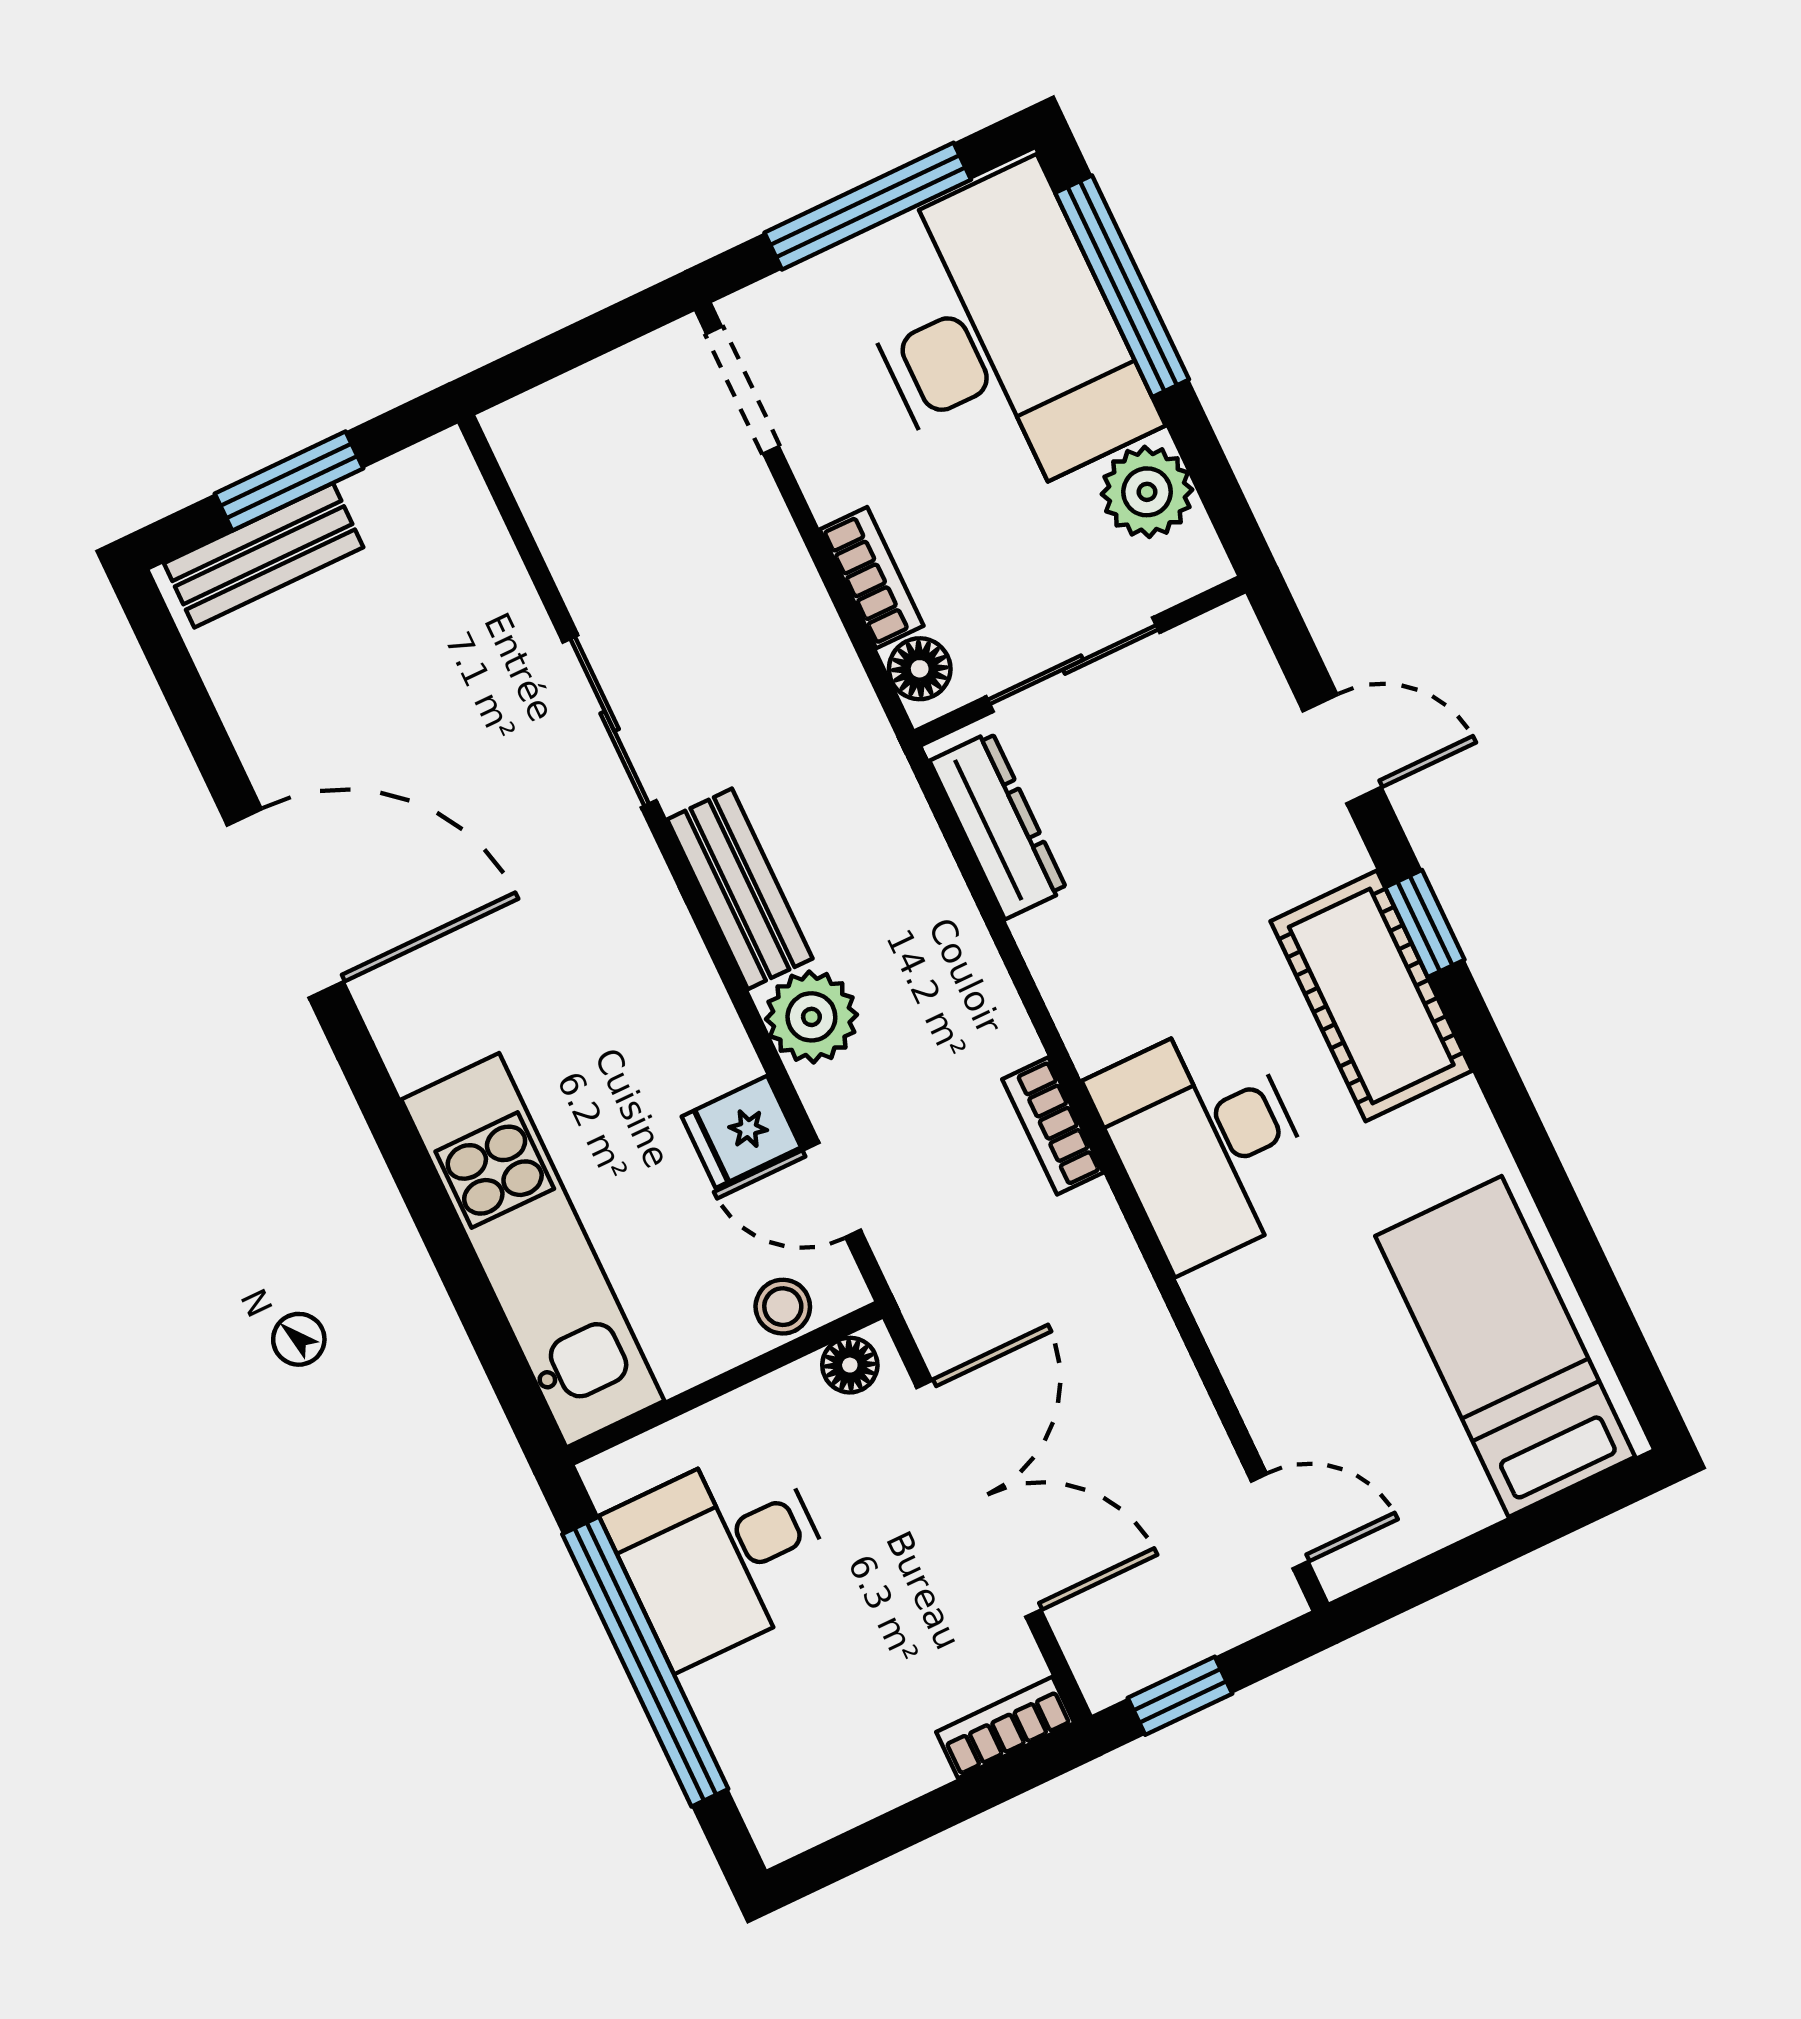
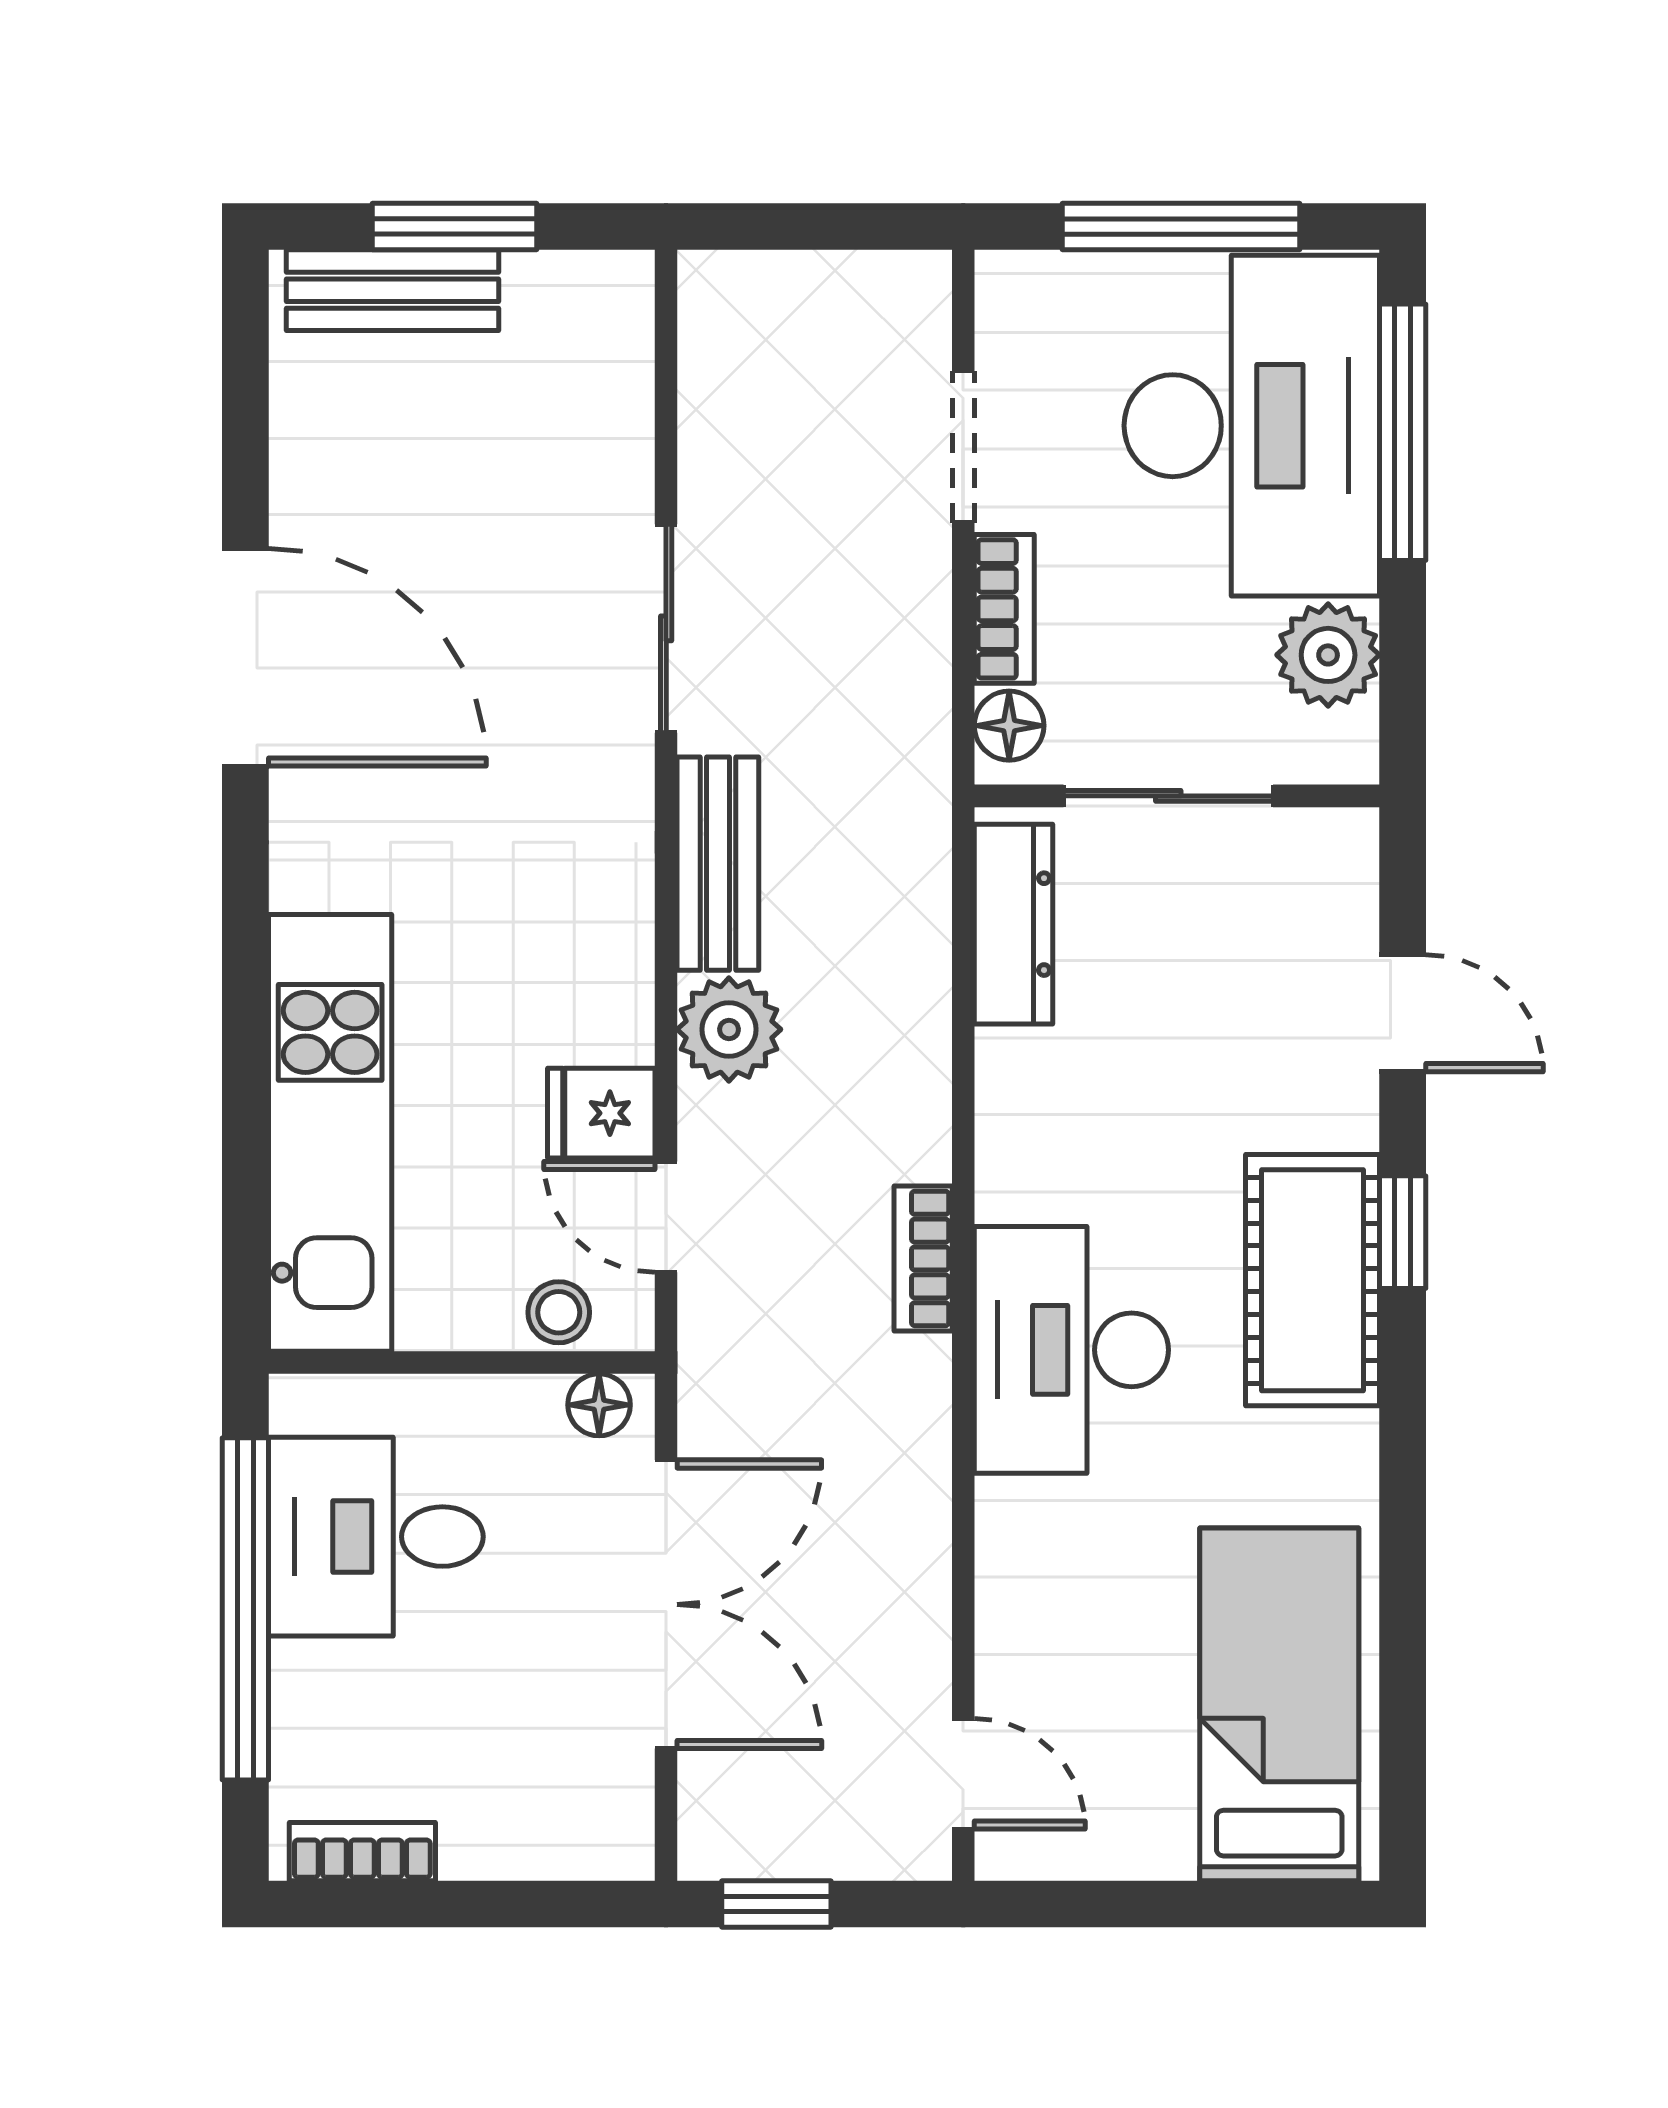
doorway: (743, 390) -> (963, 447), moved
bookcase: (1005, 1728) -> (362, 1852), moved

